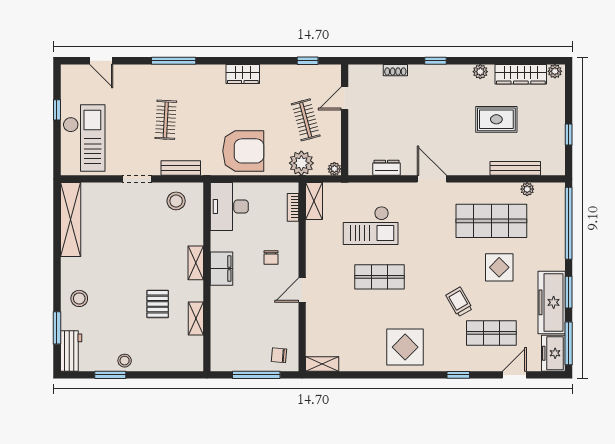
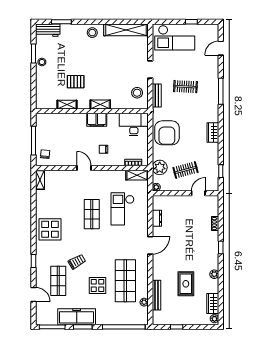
wardrobe: (521, 74) -> (213, 303), width x0.67
door: (345, 98) -> (198, 193), hinge flipped
stool: (79, 298) -> (92, 33), moved
freezer: (553, 353) -> (46, 318), removed

